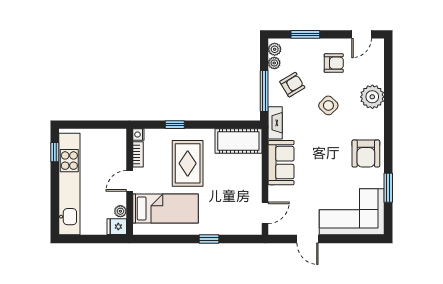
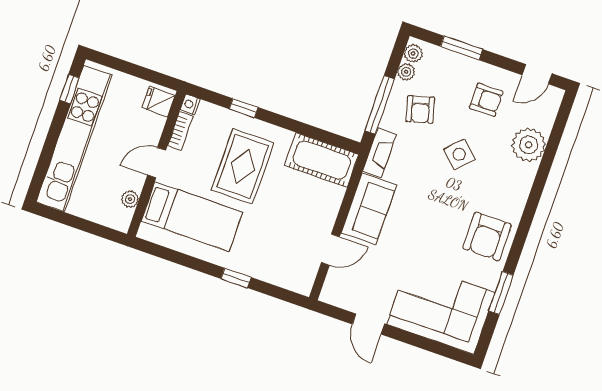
armchair: (292, 85) -> (420, 109), turned 106
plant: (372, 97) -> (529, 145), moved
door: (265, 213) -> (330, 250), moved
fridge: (117, 227) -> (158, 102), moved

